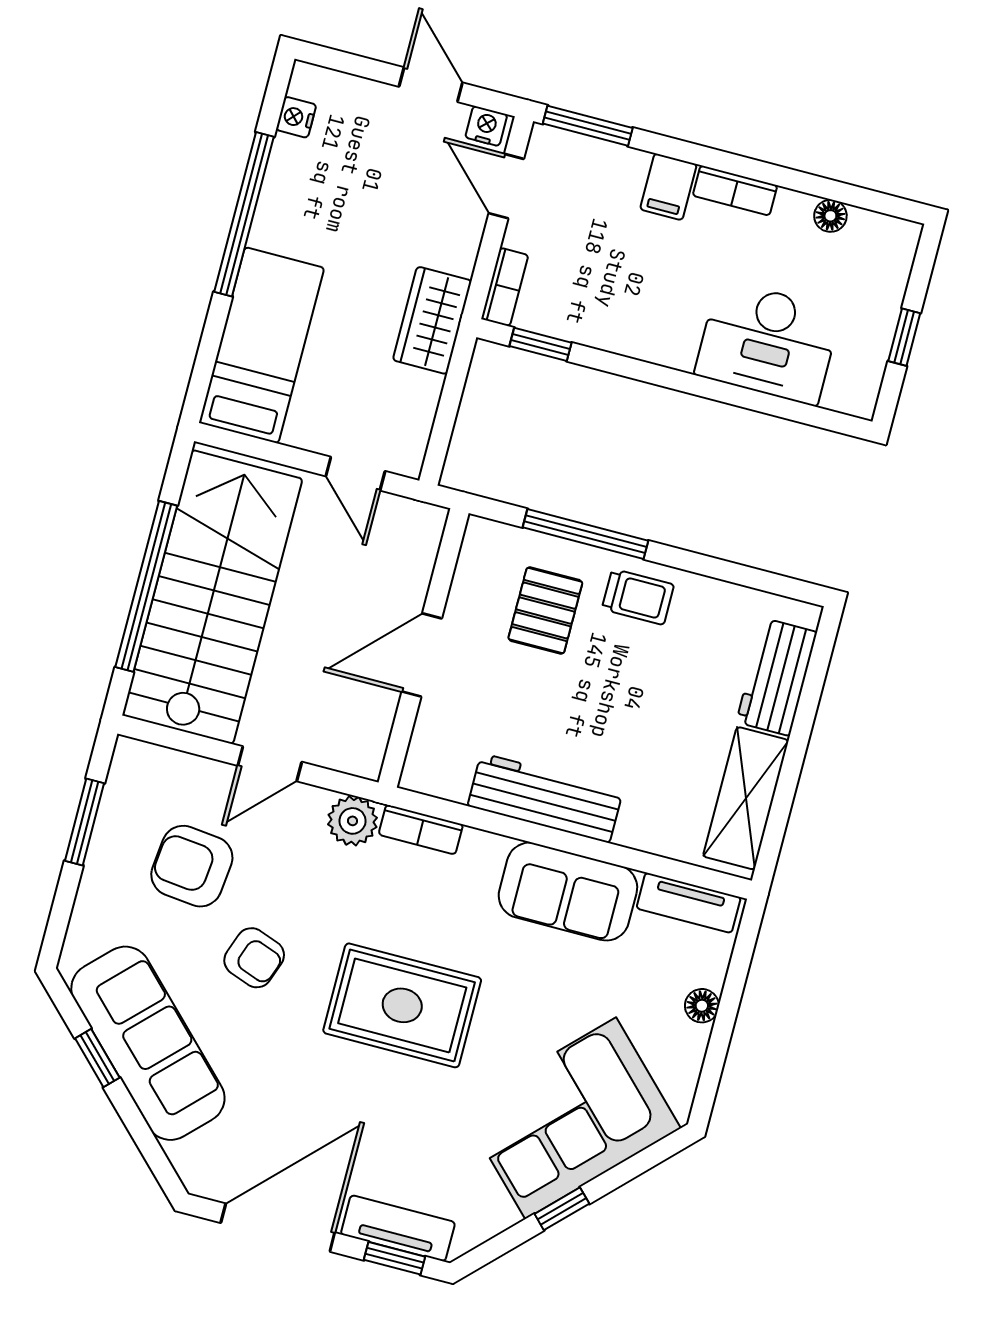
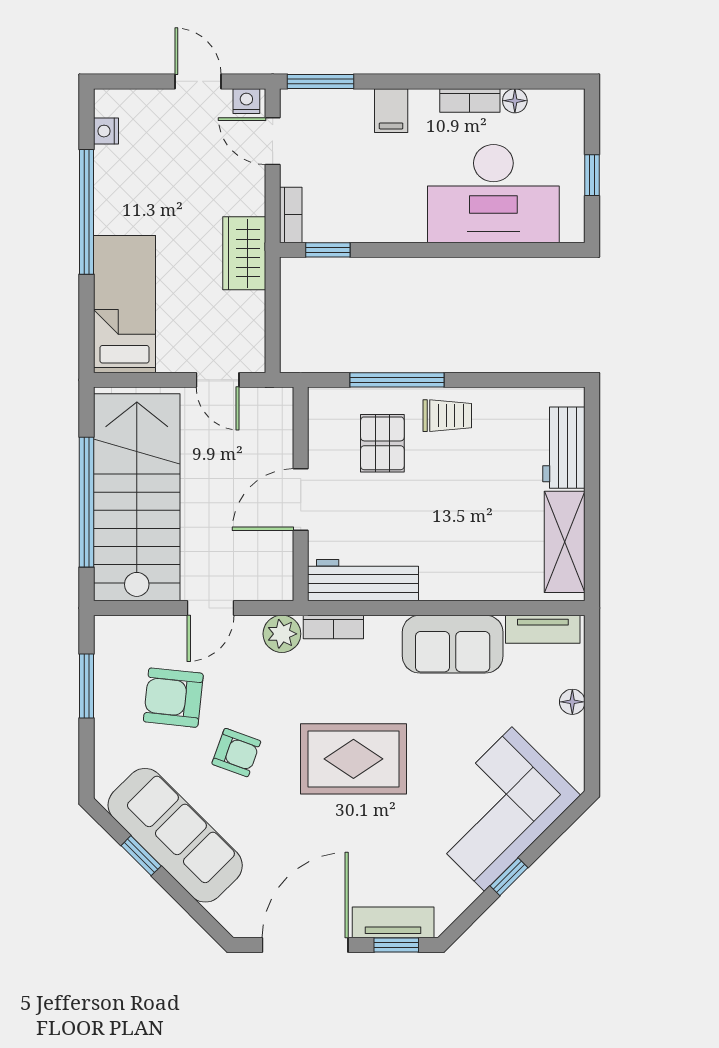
bookcase: (735, 191) -> (470, 100), moved
desk: (768, 342) -> (493, 194), width x1.36, depth x1.30
workbench: (545, 798) -> (363, 580), moved

